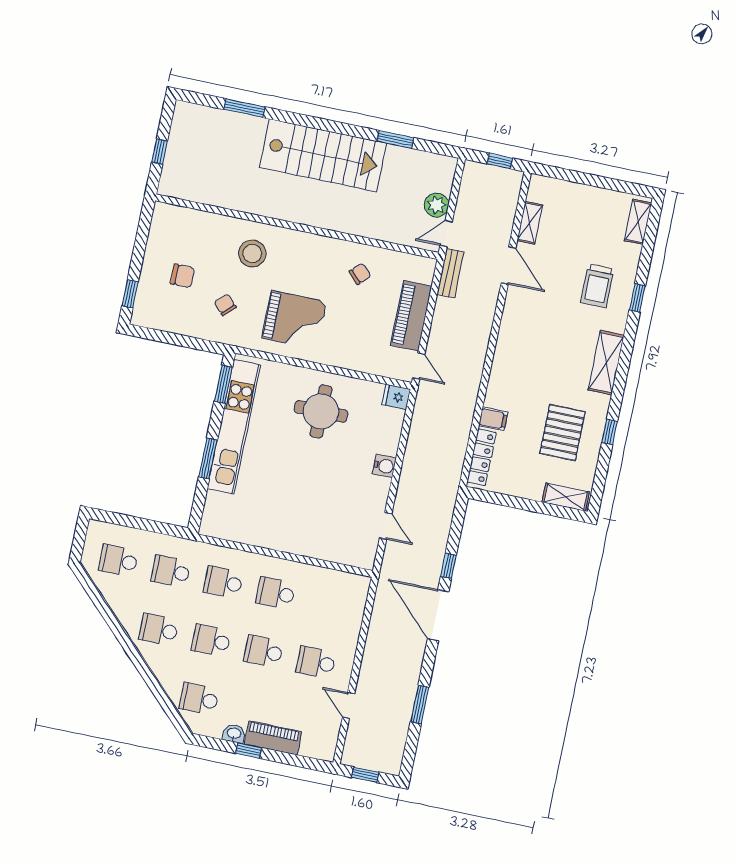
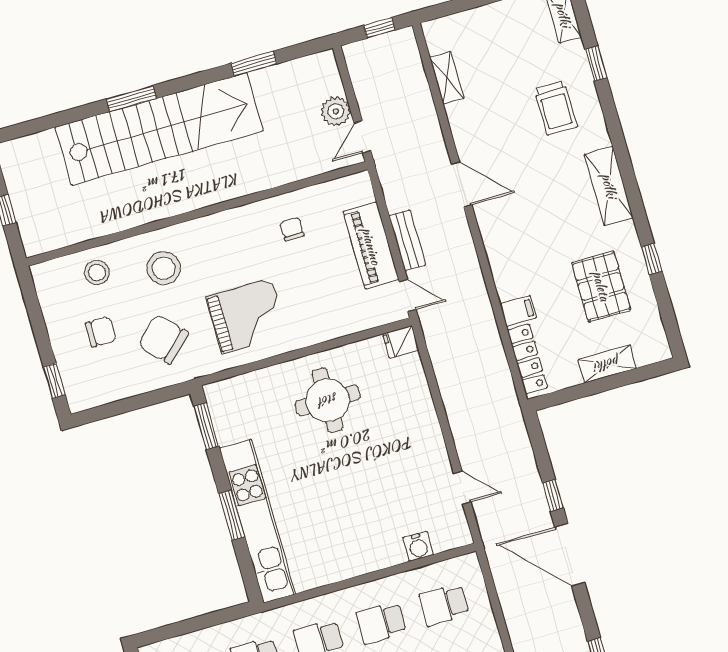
window: (244, 108) -> (131, 98), moved
stairs: (323, 155) -> (159, 129), width x1.36
stool: (202, 231) -> (97, 272), added
door: (508, 265) -> (462, 184), moved
bench: (450, 273) -> (407, 240), moved
chair: (360, 274) -> (292, 229), turned -46
window: (637, 298) -> (596, 64), moved
chair: (225, 305) -> (163, 339), width x1.87, depth x1.87
kitchen unit: (234, 427) -> (257, 521), moved
water cooler: (384, 466) -> (418, 546), moved, turned 90
shelving: (566, 497) -> (607, 364), moved
school desk: (328, 604) -> (444, 605), added

